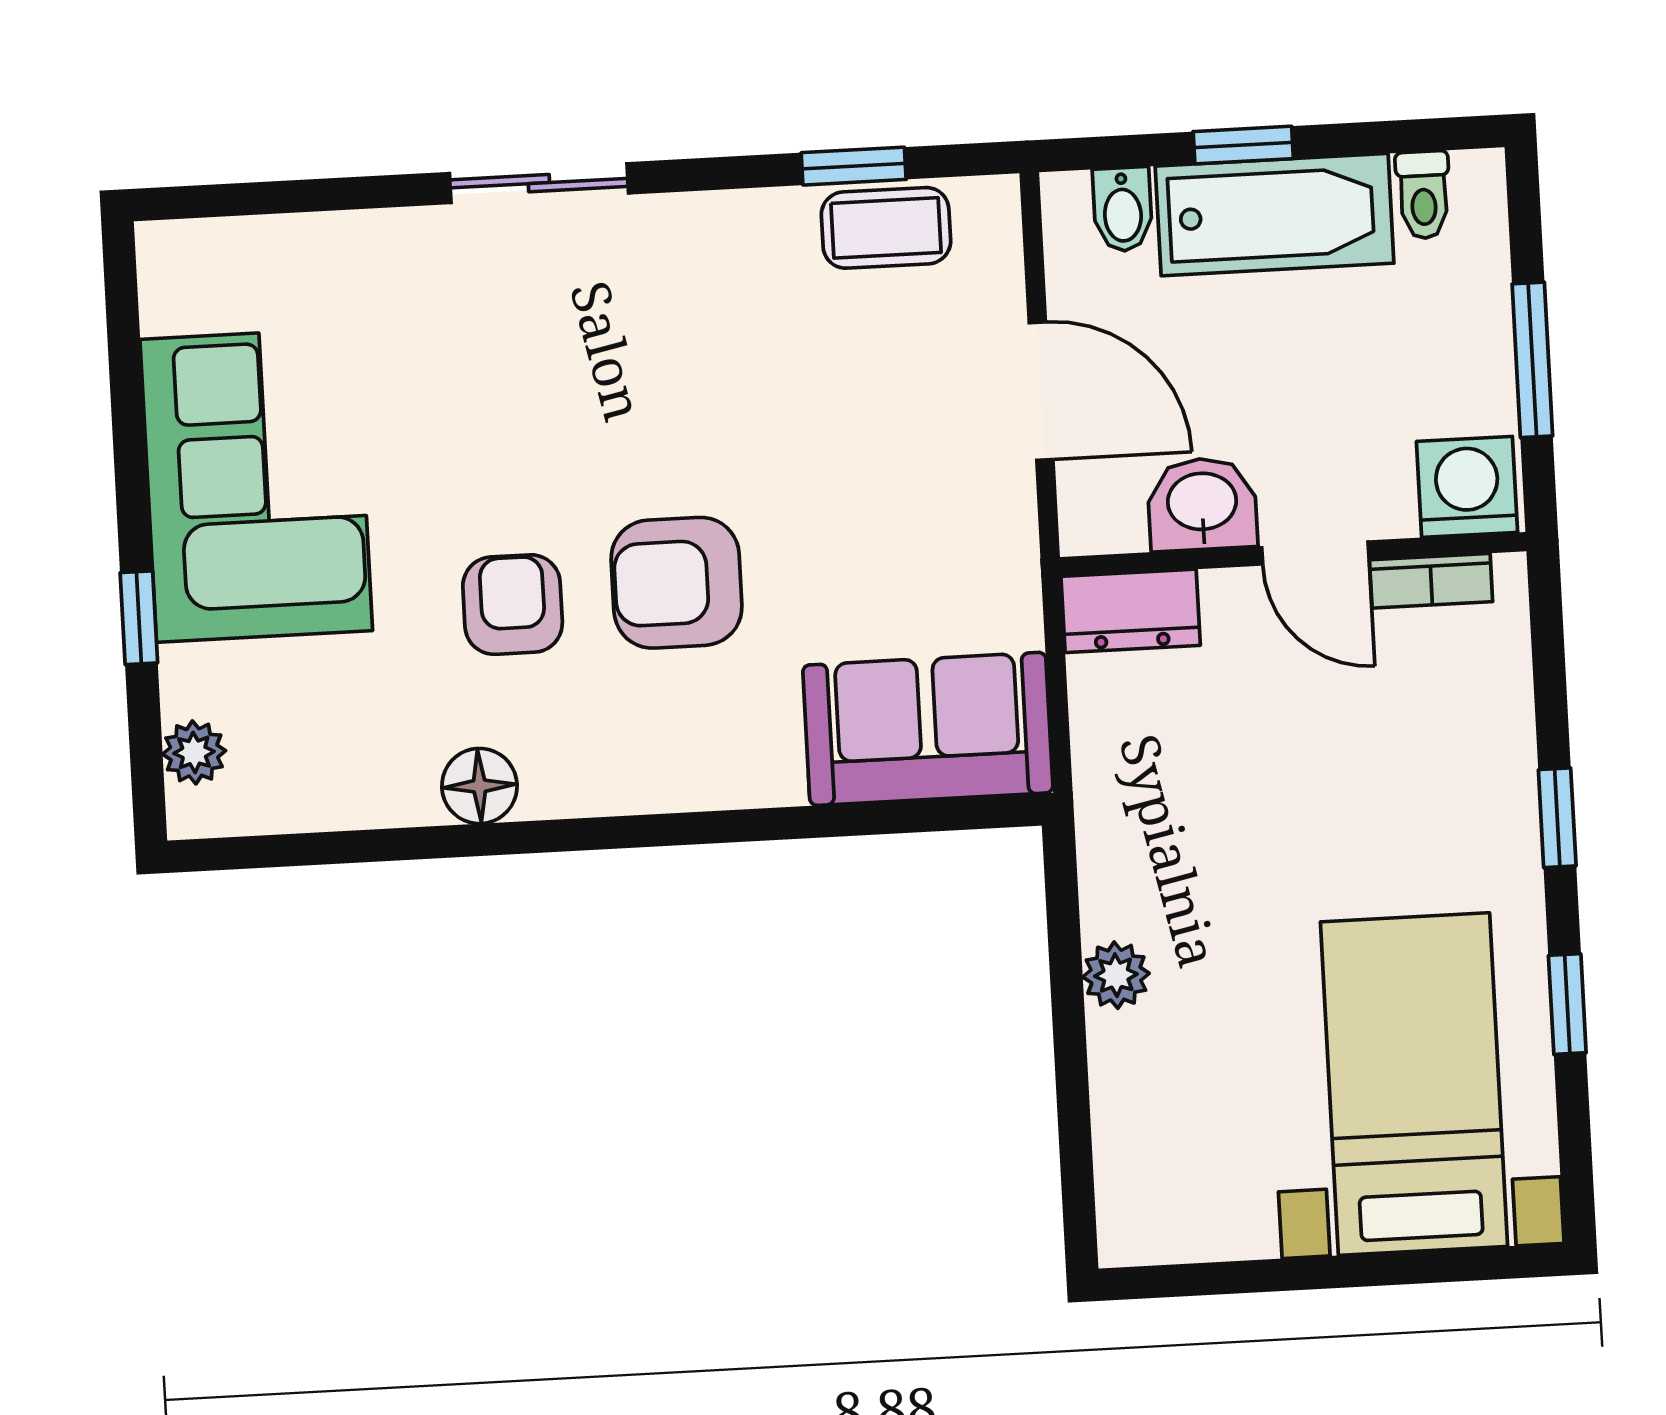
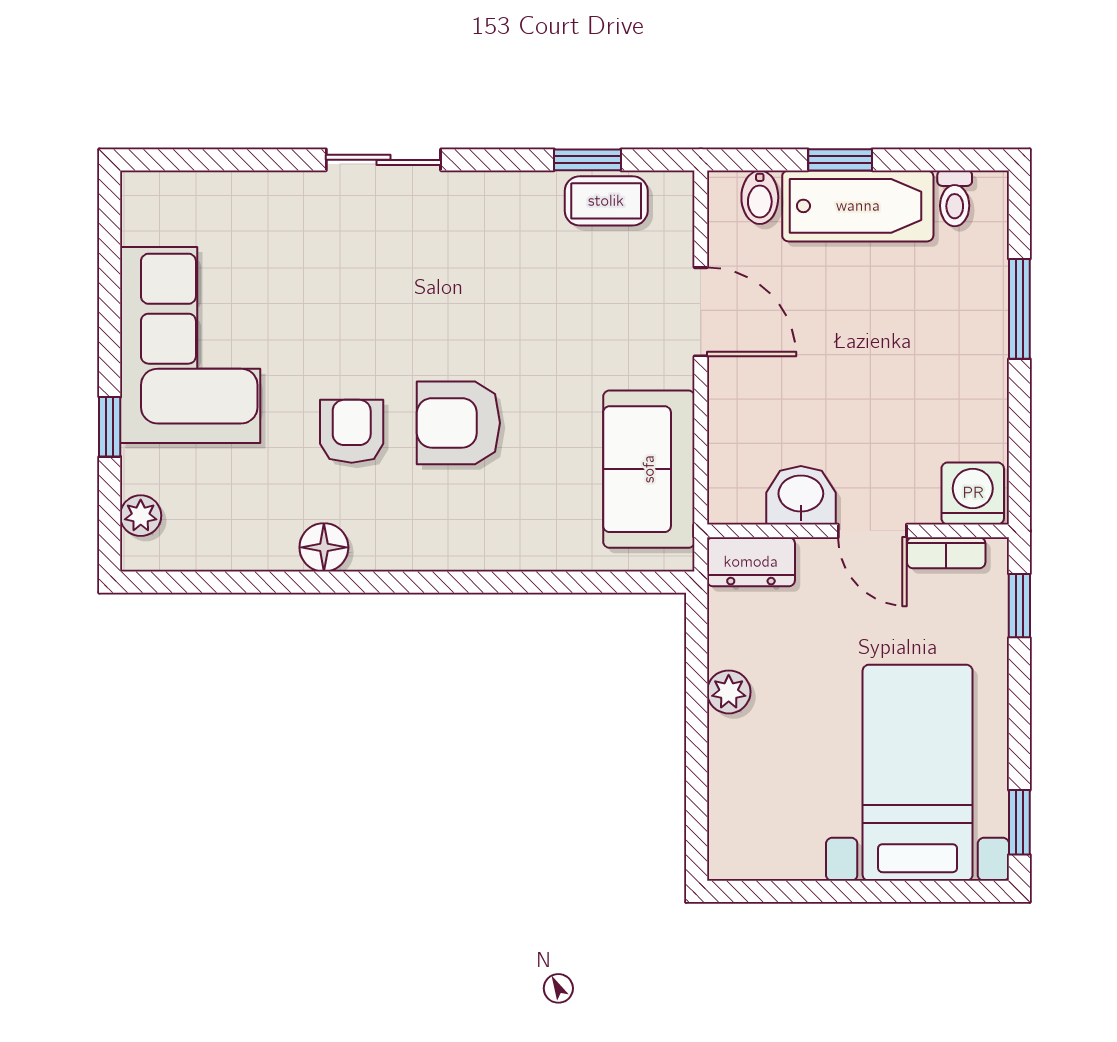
washing machine: (1467, 487) -> (973, 493), moved
washbasin: (1202, 504) -> (801, 495), moved
door: (1315, 553) -> (872, 531), moved
wall: (1293, 554) -> (858, 531), moved
bookcase: (1431, 581) -> (946, 553), moved
dresser: (1131, 611) -> (751, 562), moved
sofa: (928, 729) -> (649, 469), moved, turned -90
window: (1567, 1004) -> (1019, 822), moved

